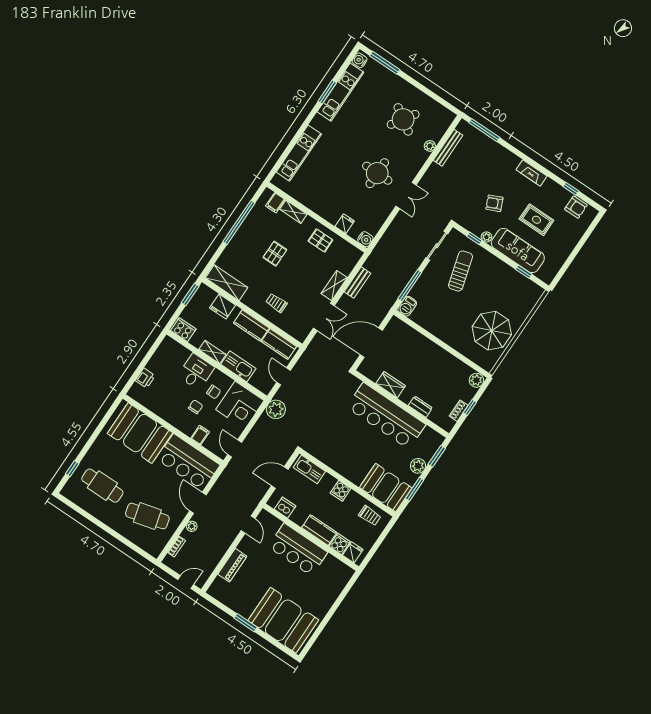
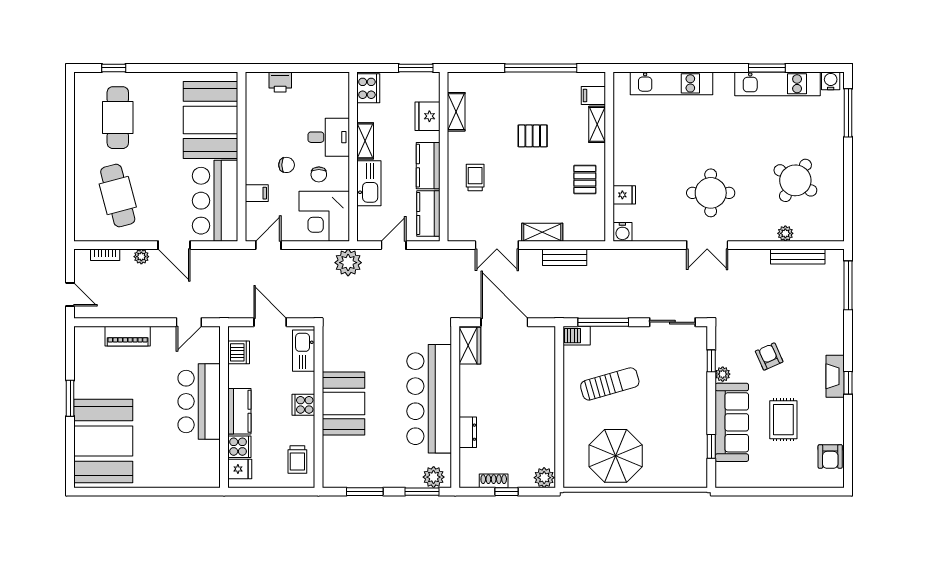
window: (571, 189) -> (848, 383), moved
sun lounger: (460, 271) -> (610, 384), moved
shelving: (227, 283) -> (456, 112), width x0.67, depth x0.75
wardrobe: (391, 385) -> (470, 346), moved
plant: (418, 466) -> (434, 477), moved
booth: (386, 488) -> (343, 404), moved
door: (198, 503) -> (174, 245), swing flipped

